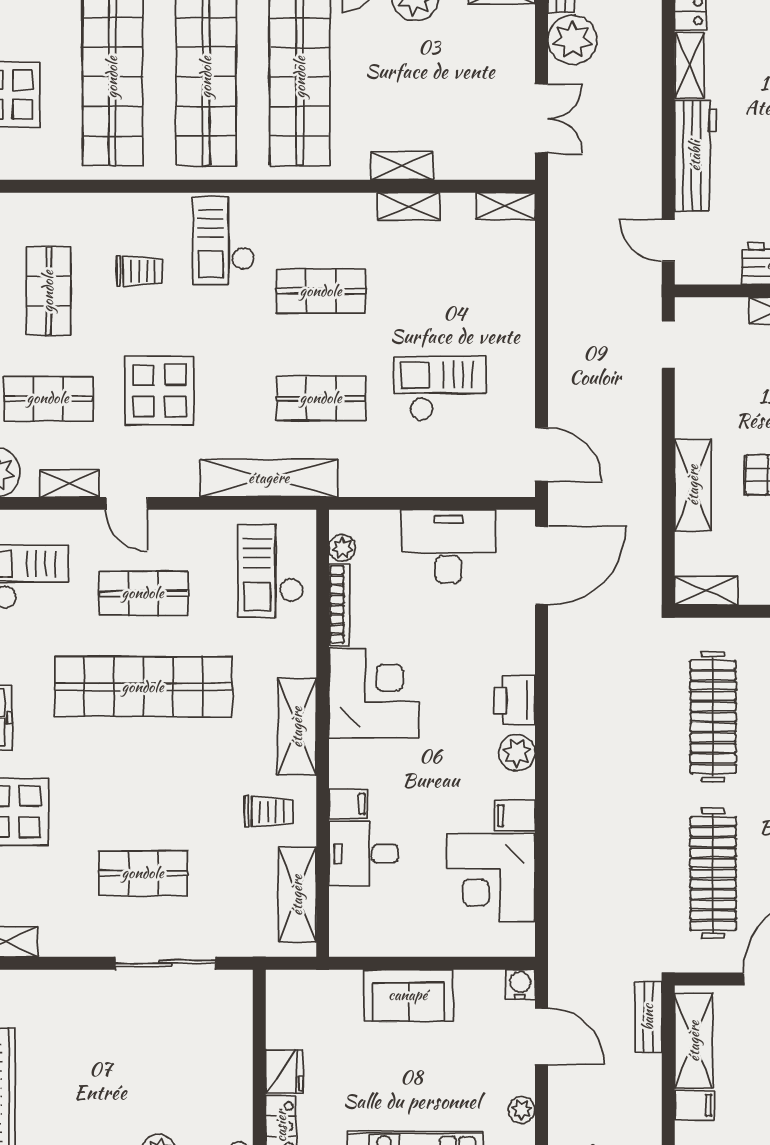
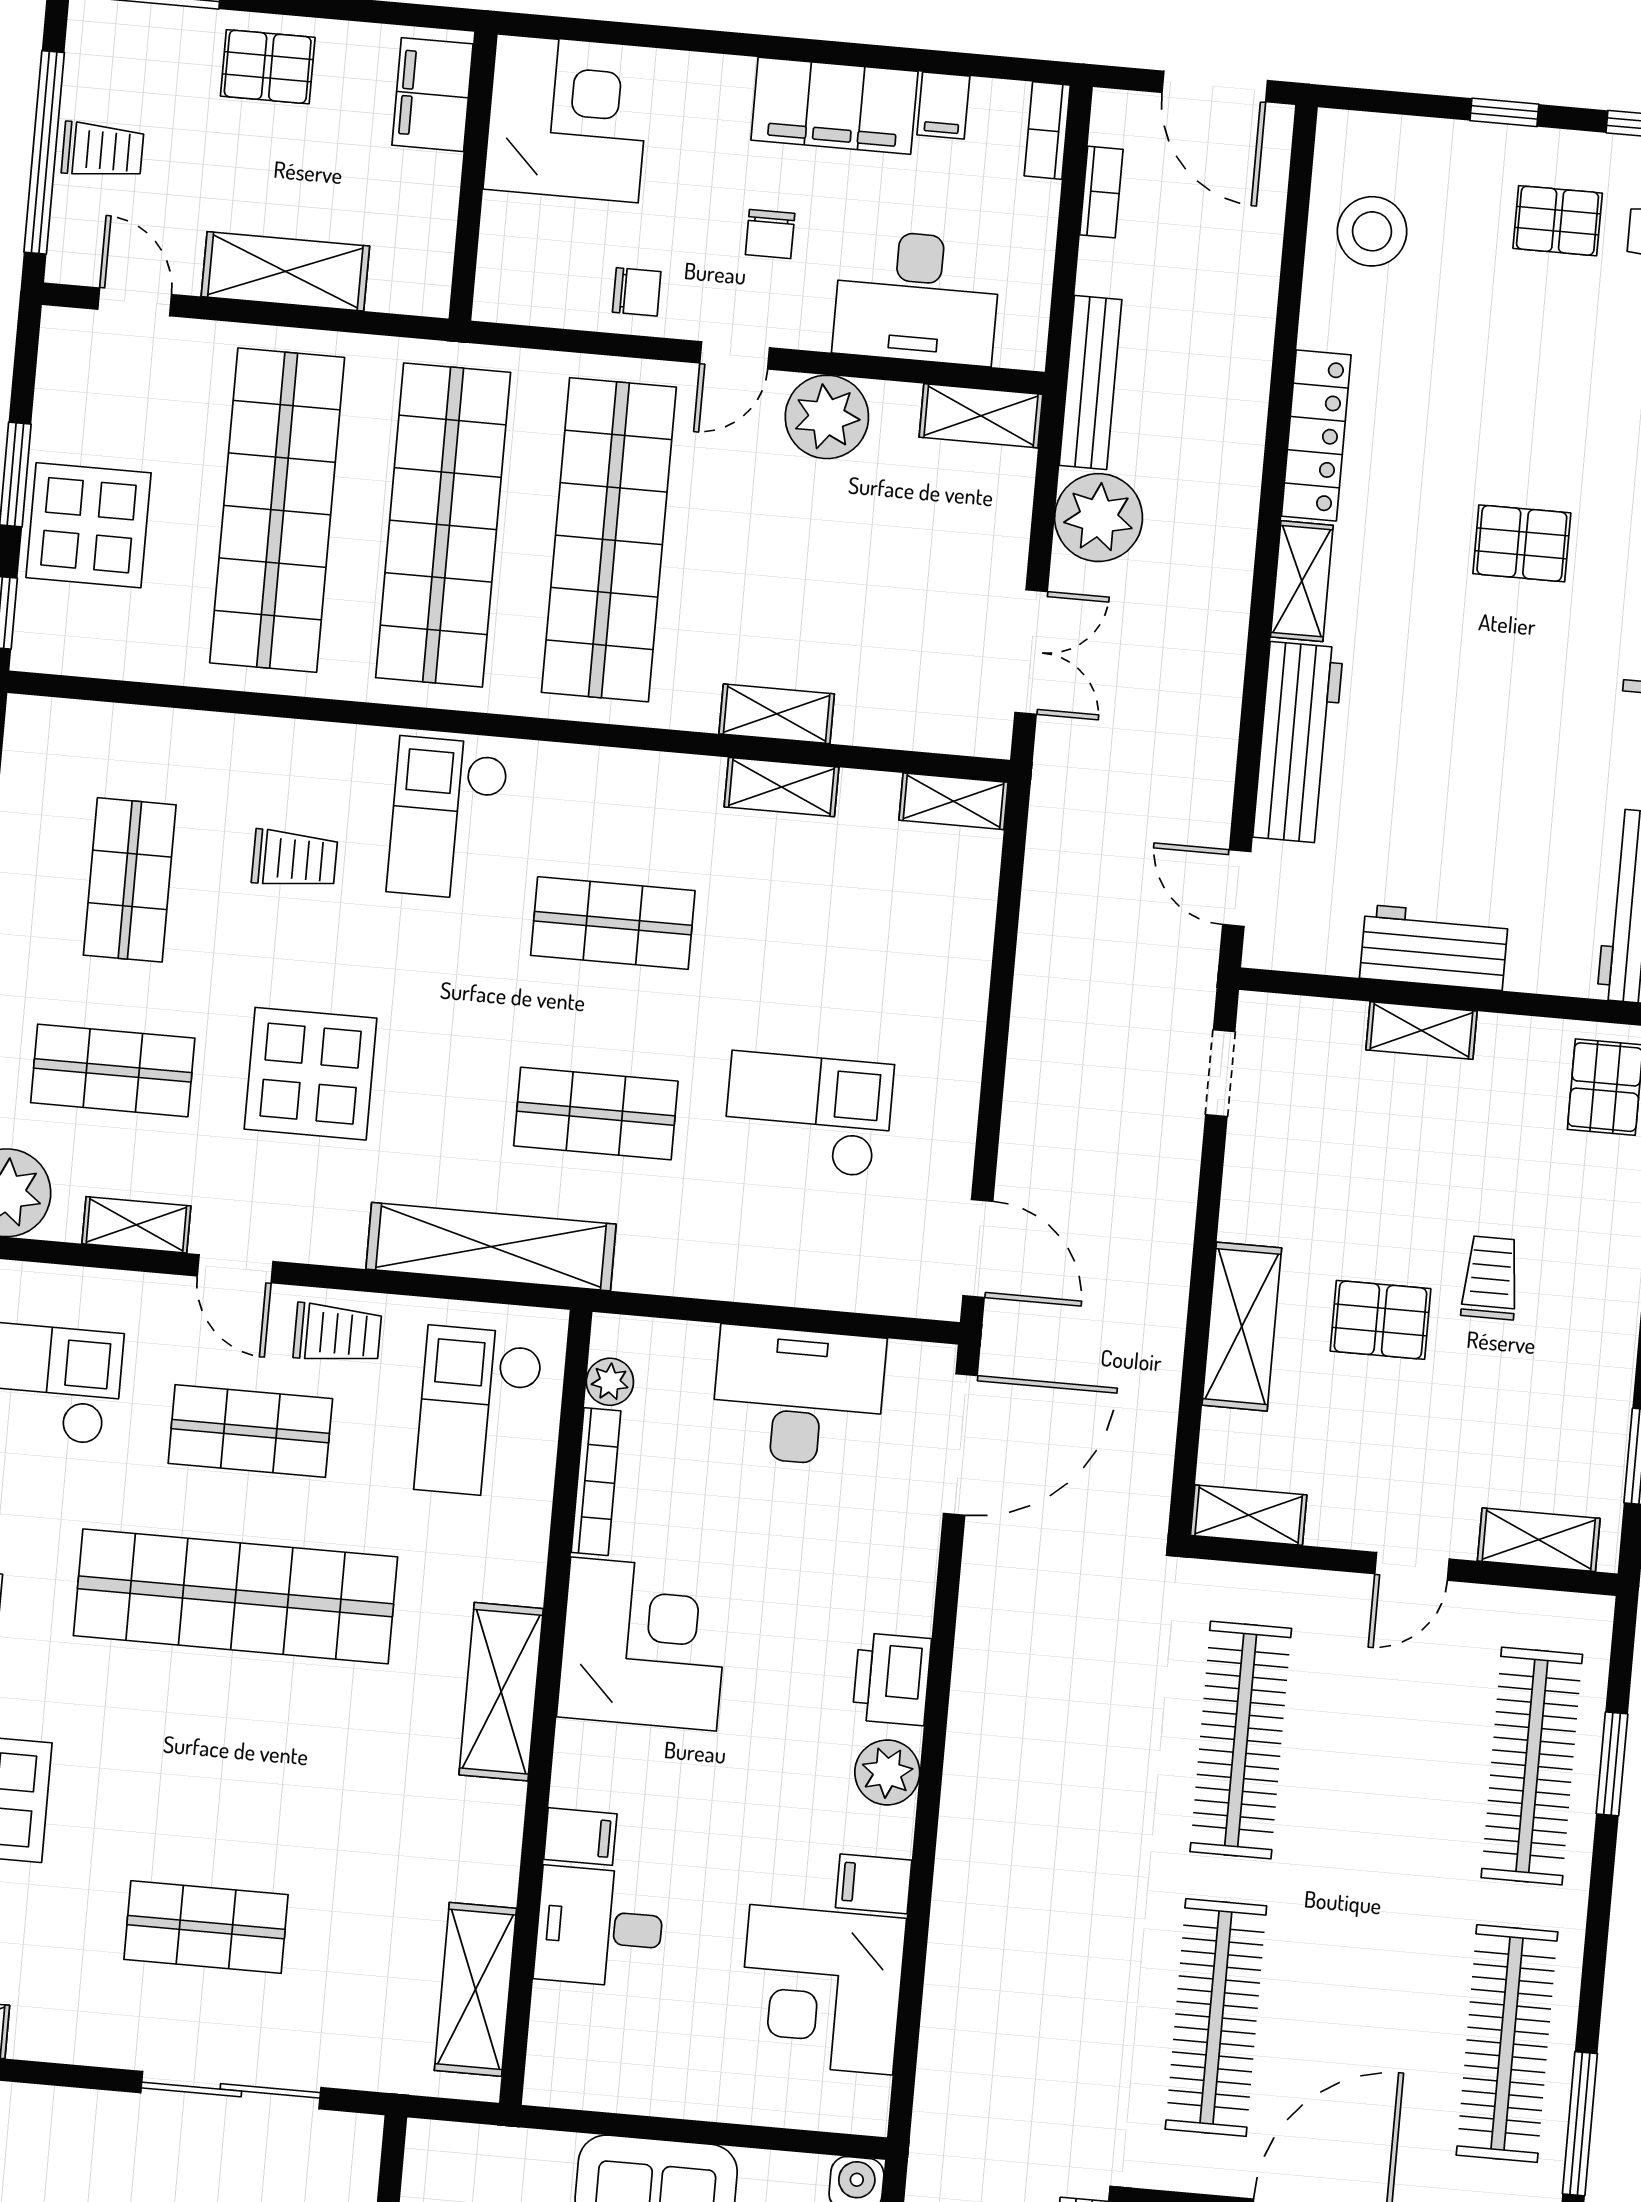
trolley: (269, 812) -> (337, 1334), moved

